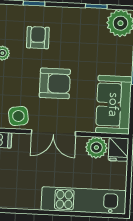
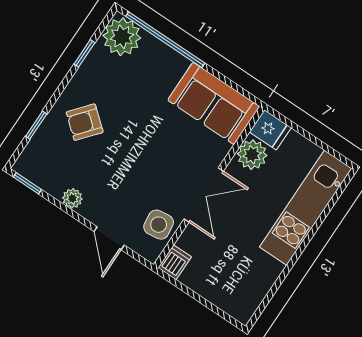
armchair: (38, 38) -> (85, 122), moved, turned -50
armchair: (55, 83) -> (146, 158), removed

